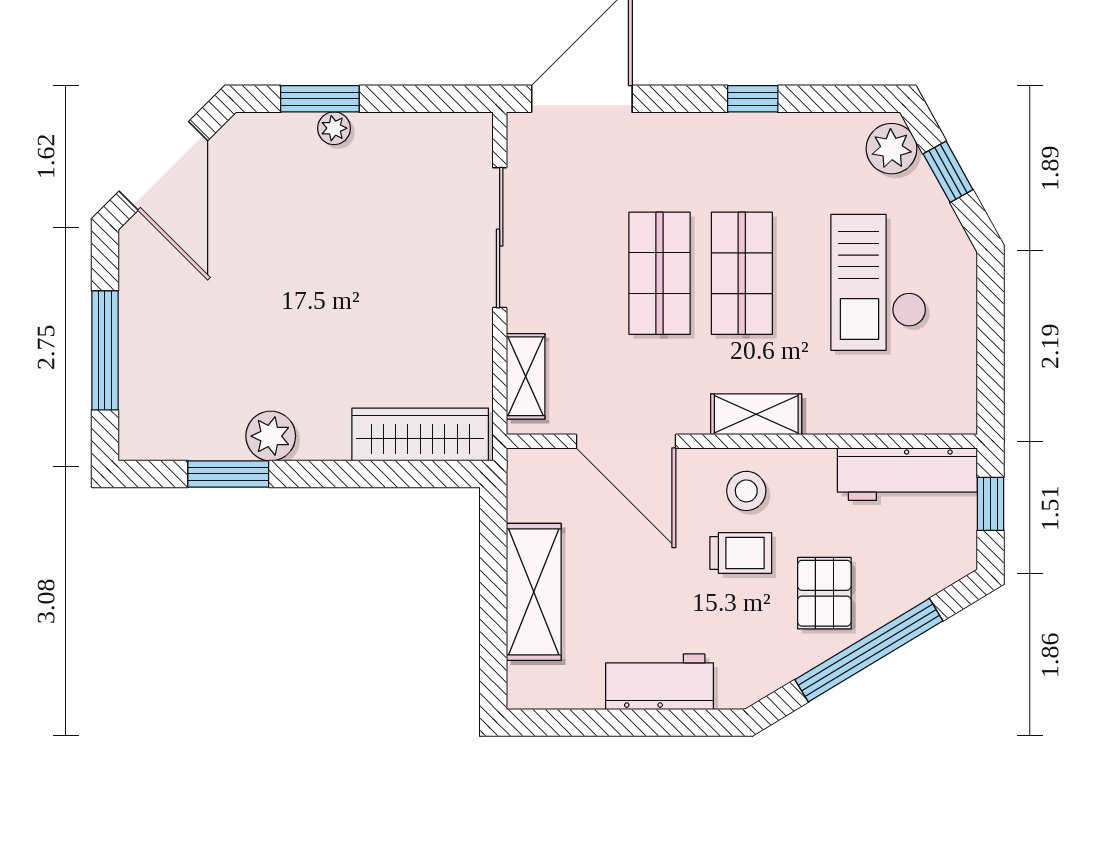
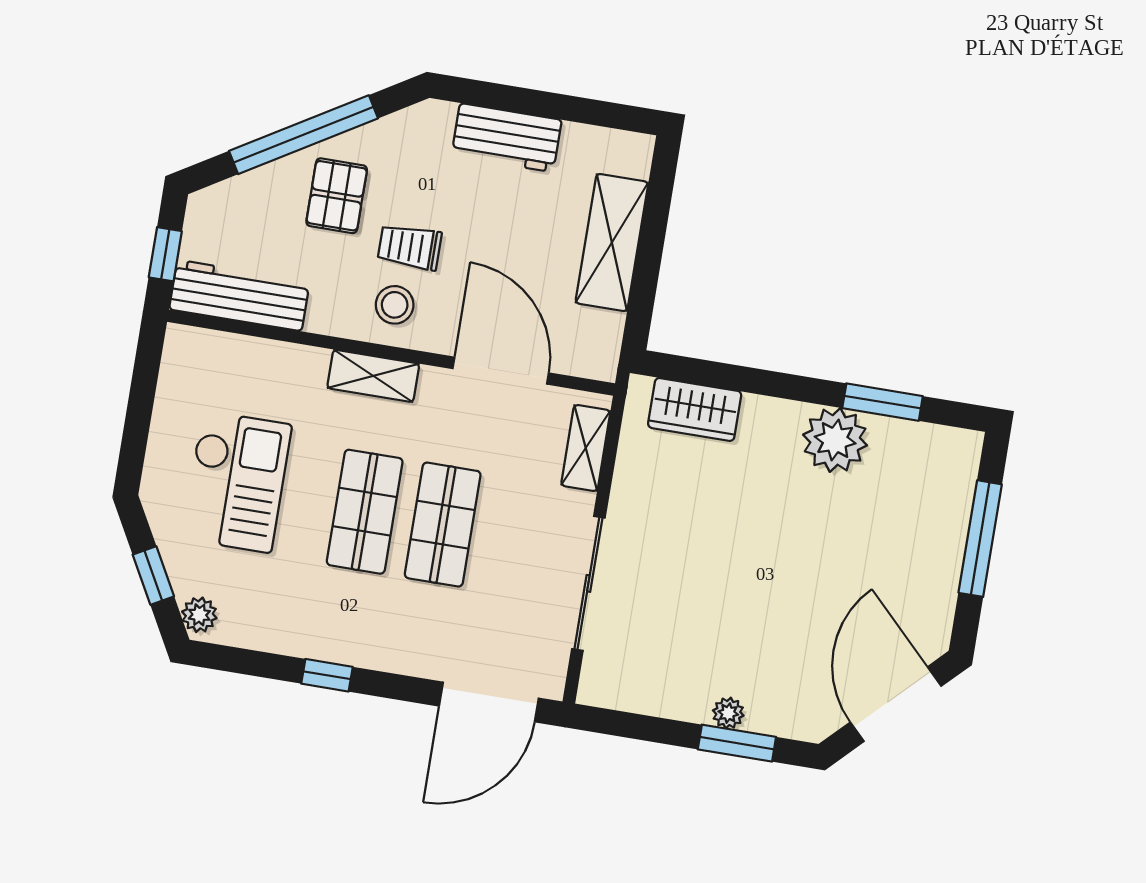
plant: (892, 149) -> (199, 615), width x0.73, depth x0.73
wardrobe: (420, 435) -> (695, 409), width x0.67
plant: (271, 436) -> (835, 440), width x1.36, depth x1.36

